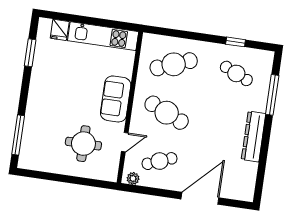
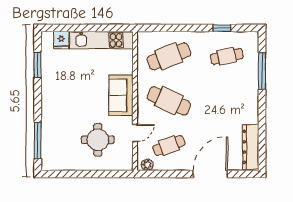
cafe table: (236, 73) -> (227, 56), turned -36
dresser: (254, 137) -> (251, 147), moved

